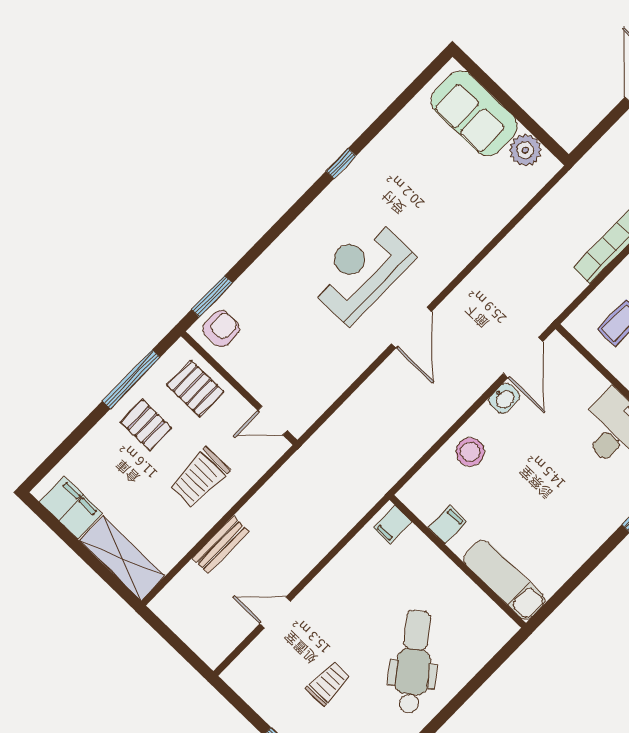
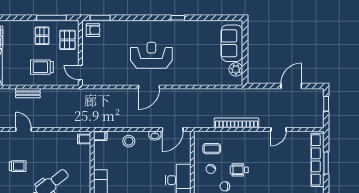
filing cabinet: (447, 525) -> (100, 136), moved

